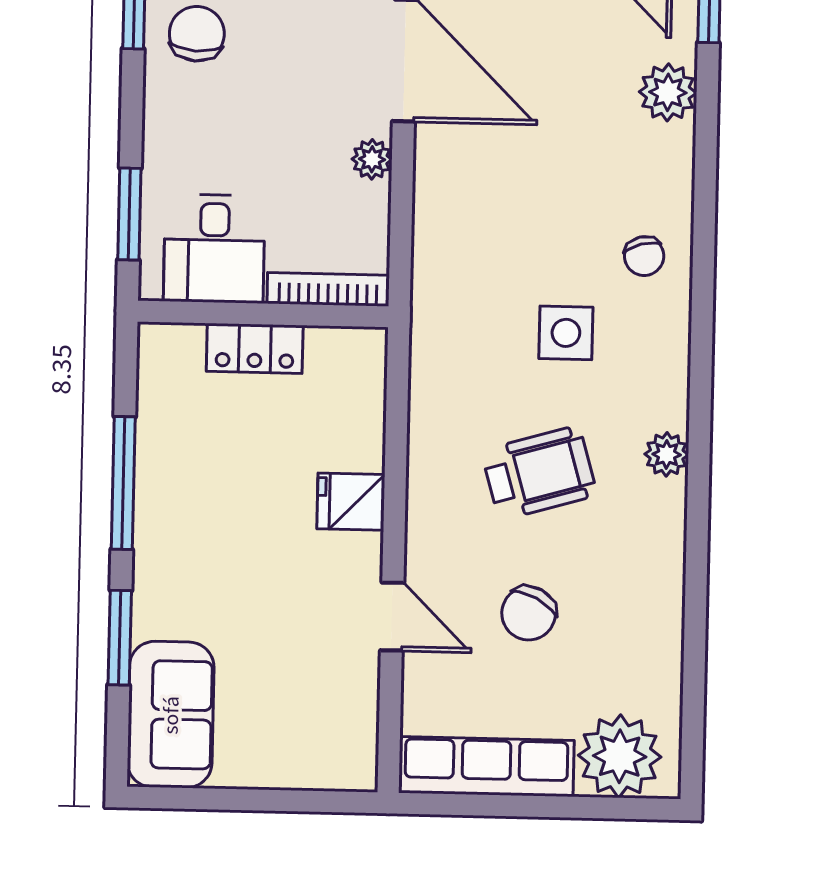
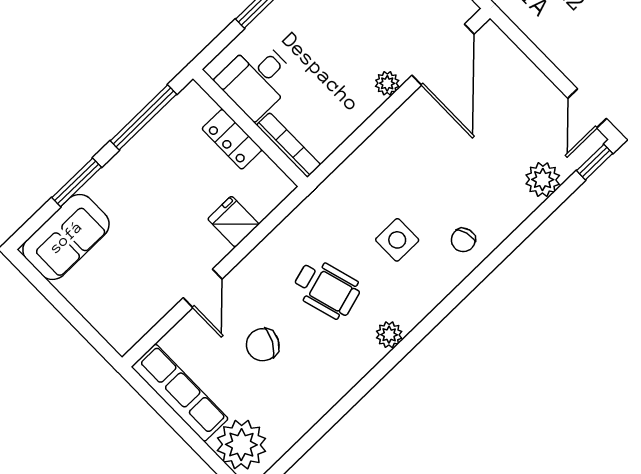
desk: (214, 249) -> (257, 79), moved
bookcase: (328, 289) -> (289, 145), moved
wall: (263, 314) -> (250, 128), moved
locker: (255, 348) -> (232, 139), moved

